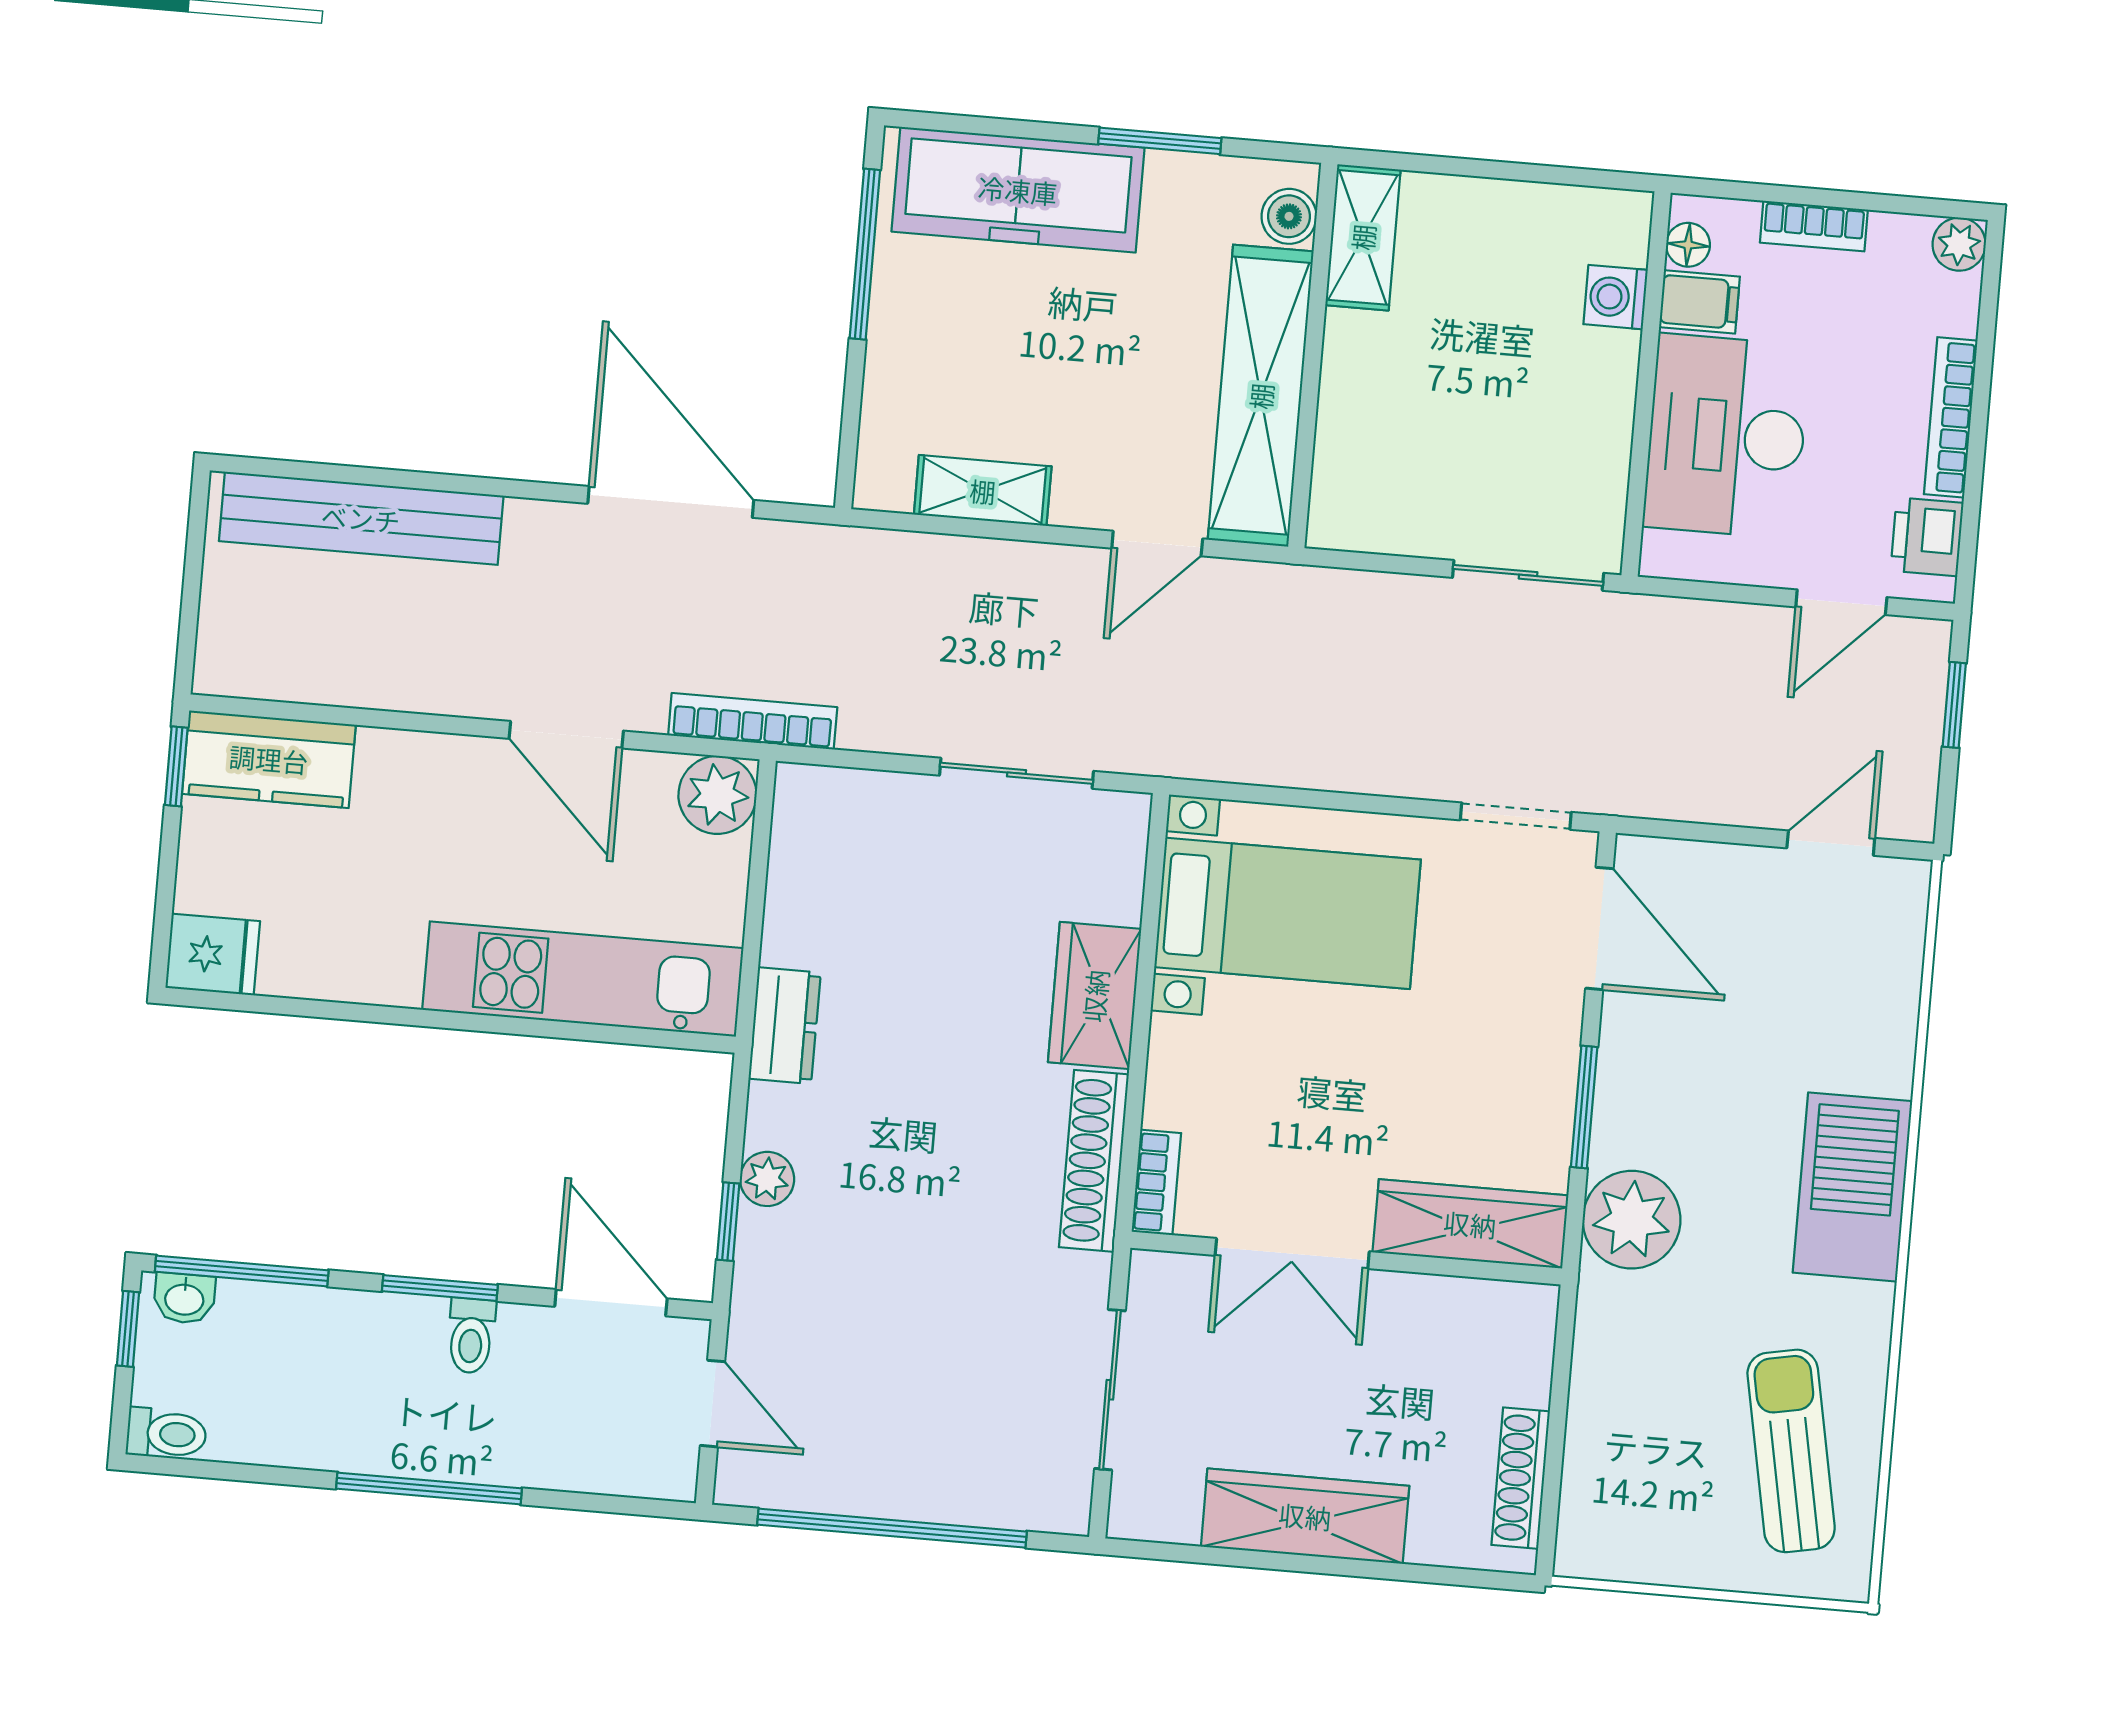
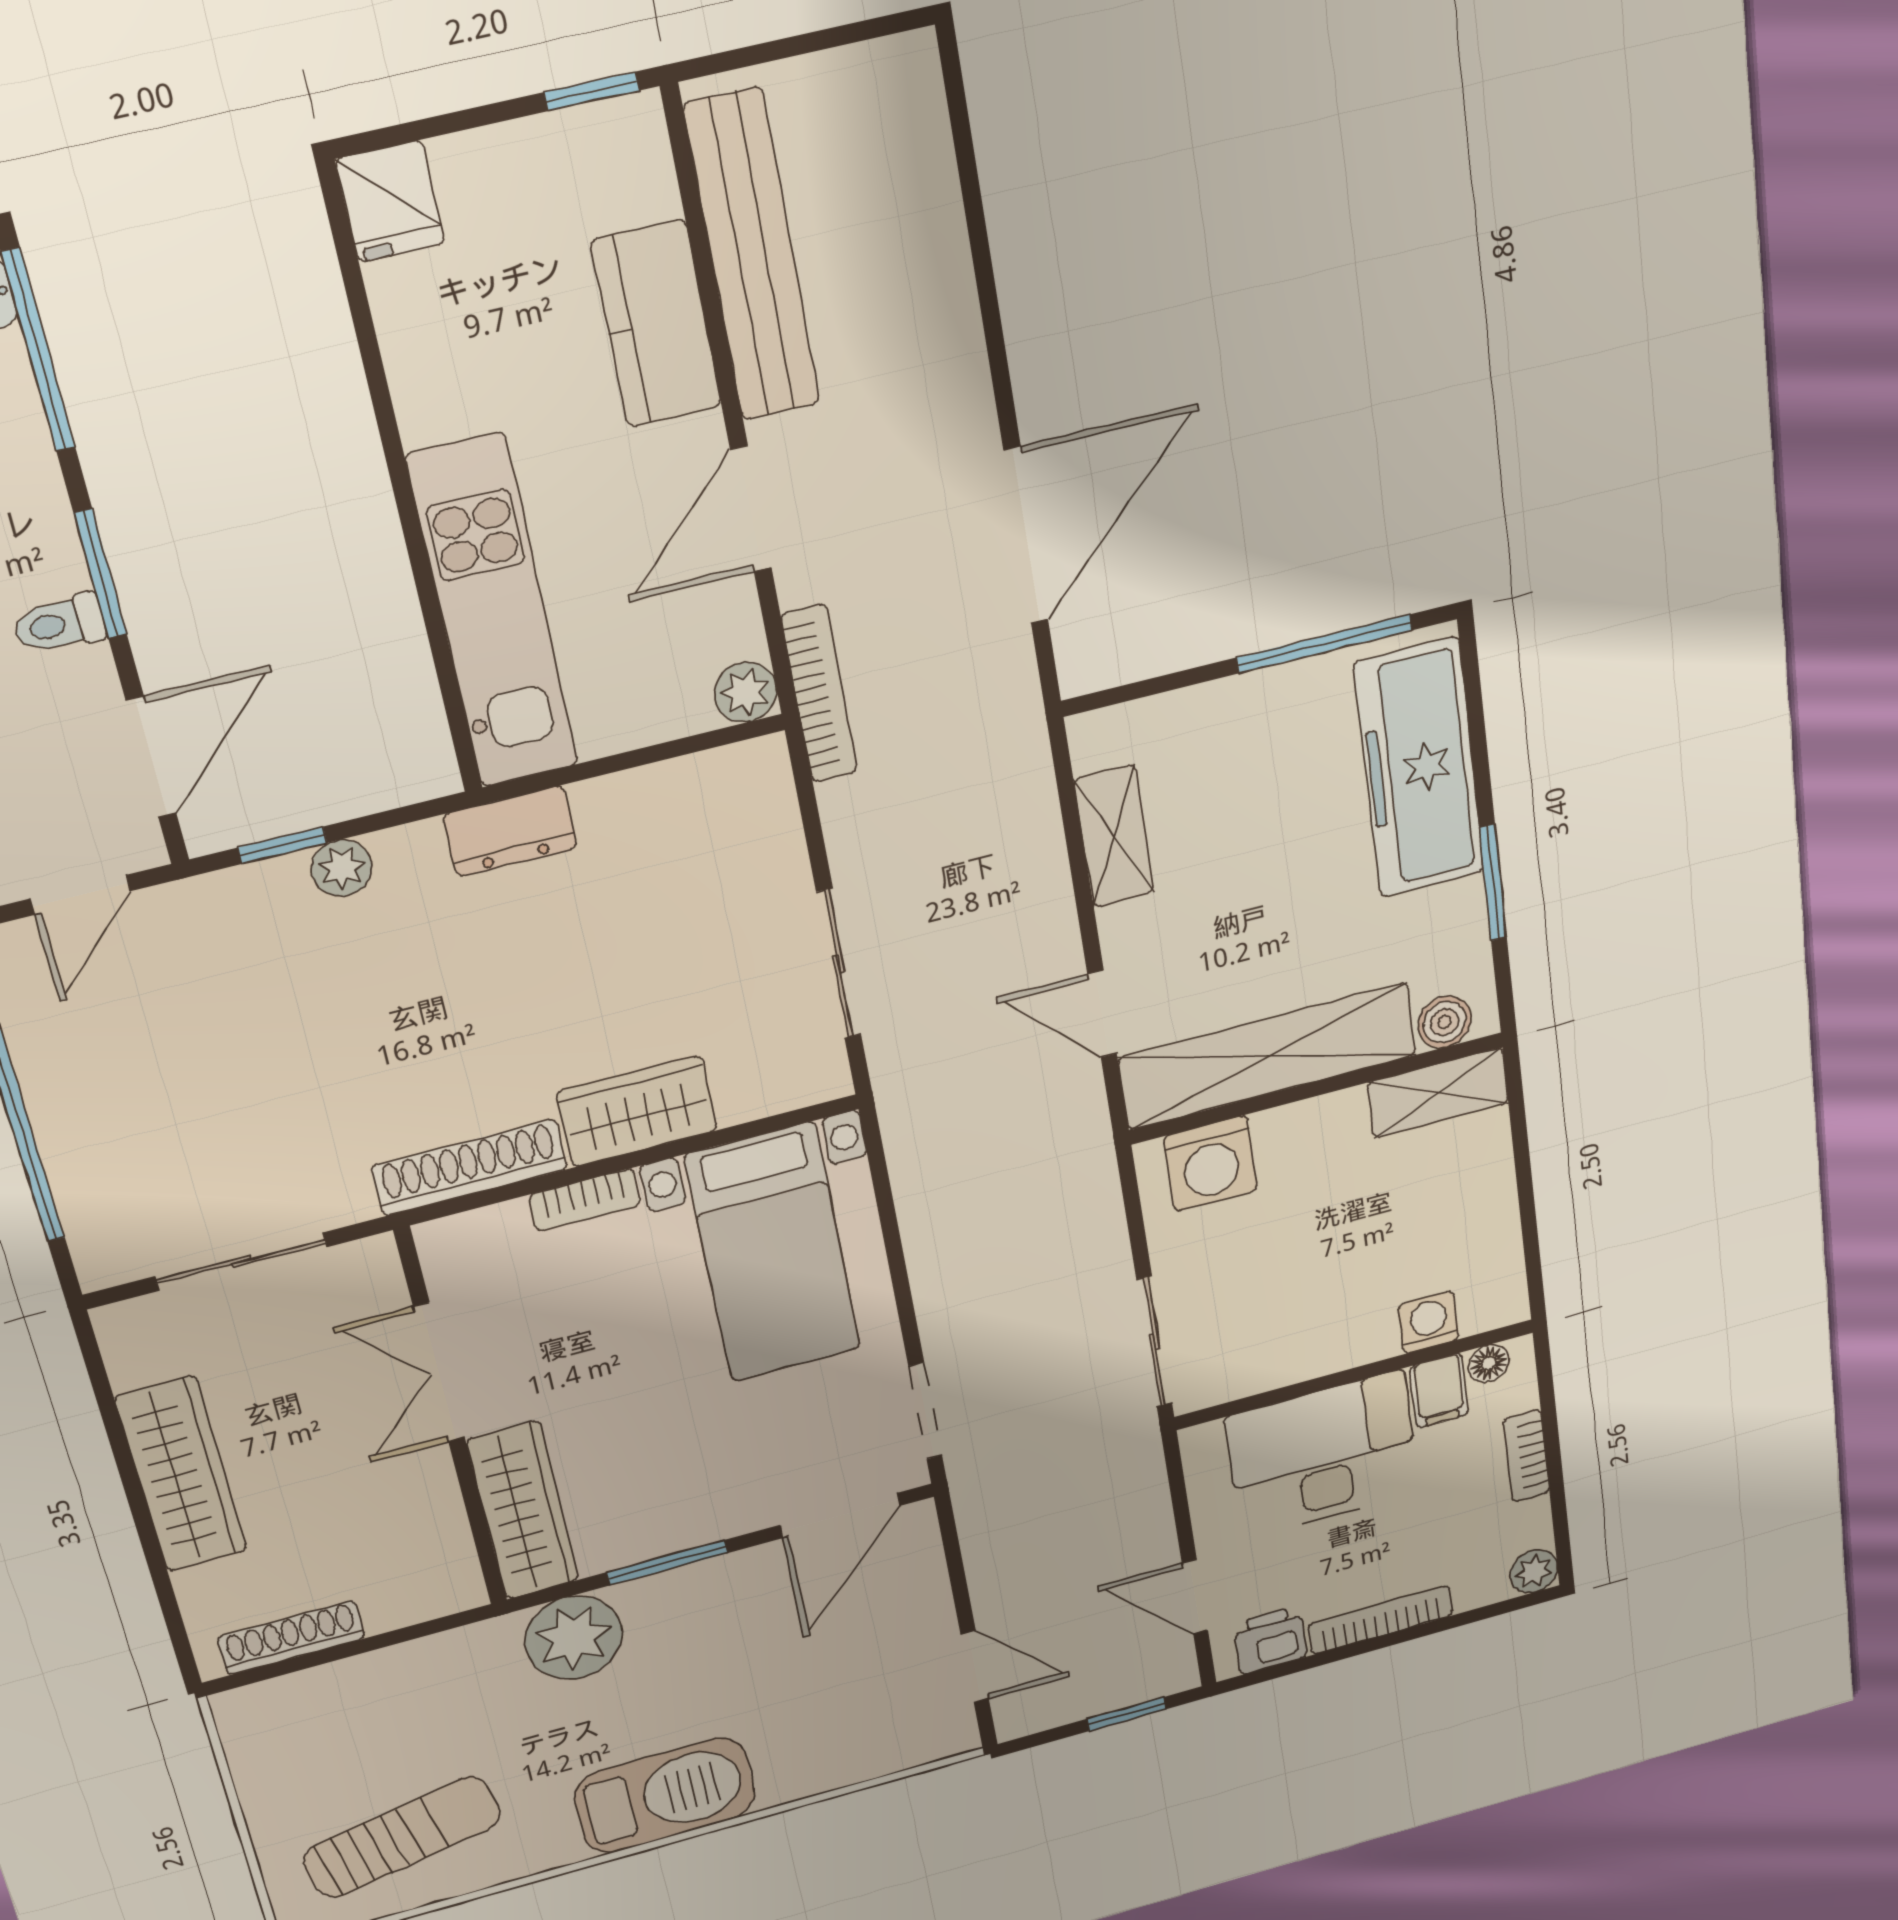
washing machine: (1354, 476) -> (1211, 1163), added
bench: (361, 518) -> (752, 256), moved
kitchen counter: (269, 759) -> (657, 324), moved
plant: (717, 795) -> (746, 692), width x0.73, depth x0.73
bookcase: (1156, 1182) -> (585, 1200), moved

